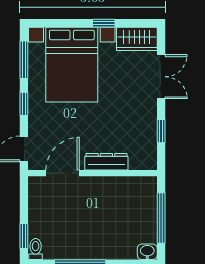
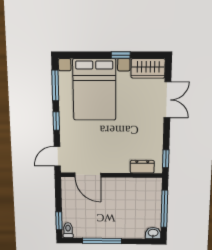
window: (161, 131) -> (166, 159), moved
dresser: (106, 162) -> (142, 167), moved, width x0.70
door: (63, 173) -> (88, 175), swing flipped

